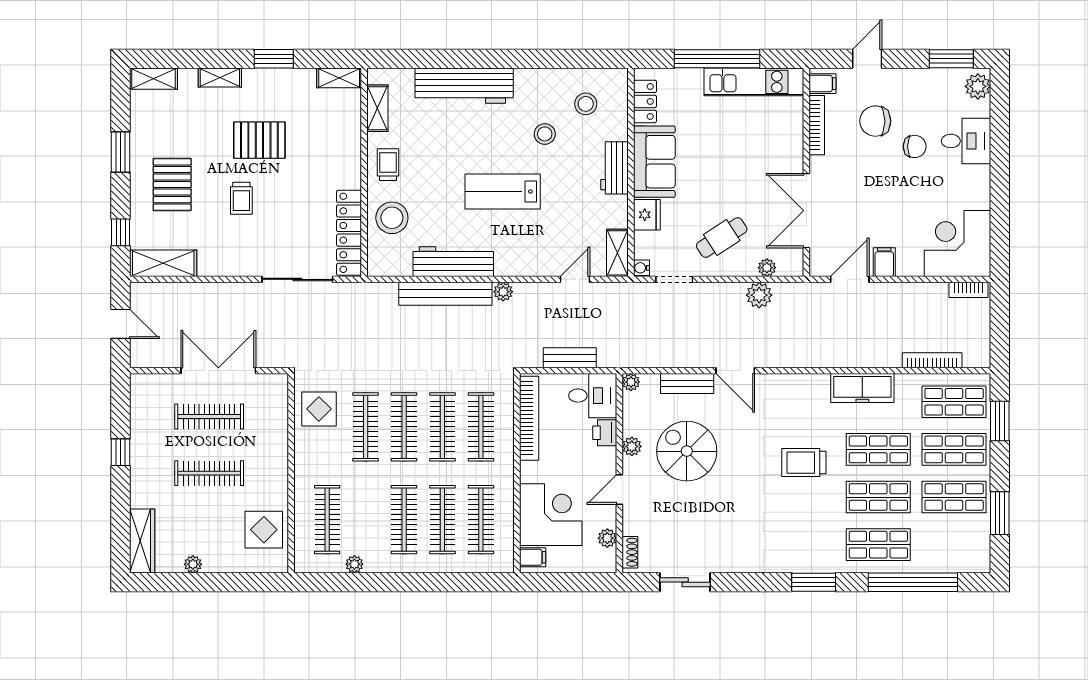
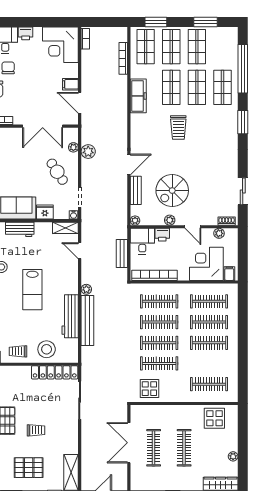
printer: (979, 179) -> (26, 33), added
plant: (354, 564) -> (233, 369), removed

